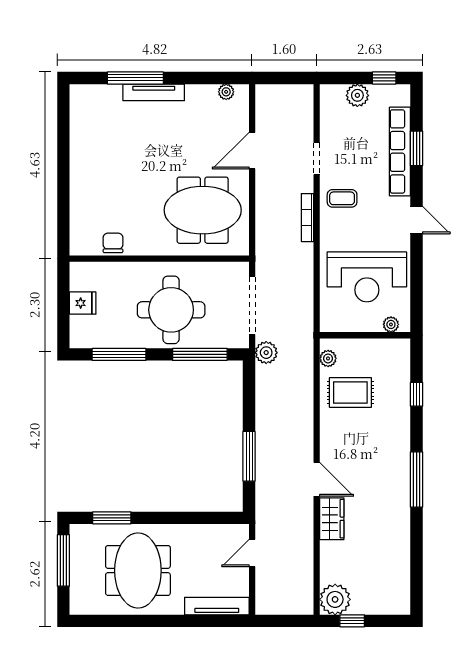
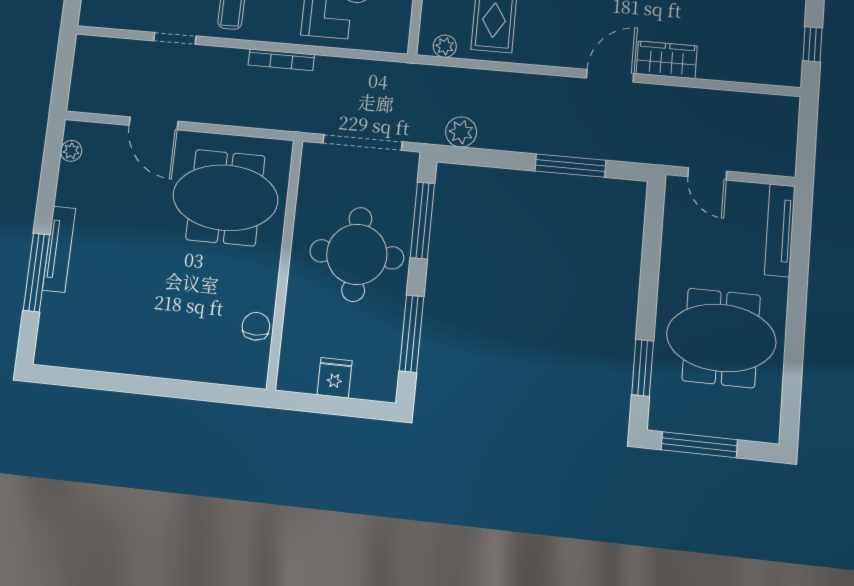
meeting table: (203, 210) -> (225, 198), turned 90
bookcase: (307, 218) -> (281, 60), moved
chair: (113, 243) -> (256, 326), turned 90
plant: (266, 353) -> (461, 132), moved
plant: (335, 599) -> (781, 65), removed

